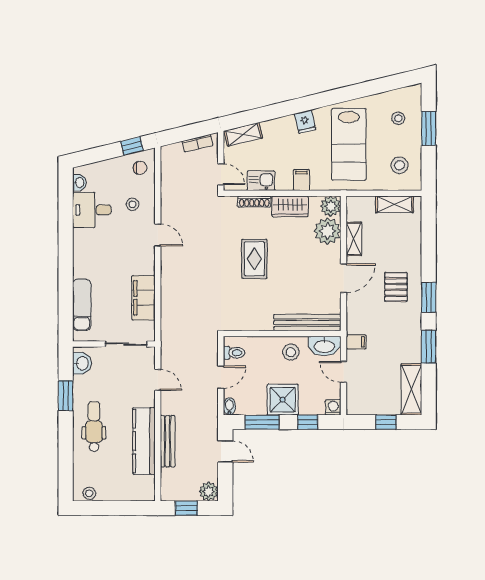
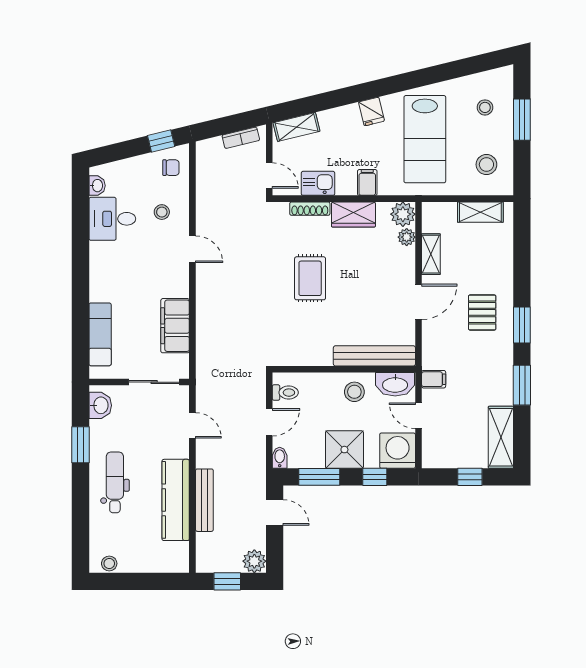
plant: (328, 231) -> (407, 237), width x0.53, depth x0.53
washing machine: (333, 407) -> (398, 451), width x1.89, depth x1.89

